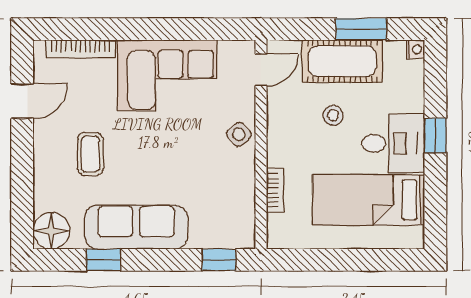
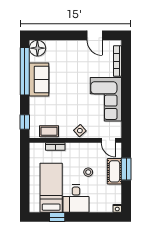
window: (361, 29) -> (126, 169), moved
cot: (342, 61) -> (114, 171), width x0.73, depth x0.75
window: (435, 135) -> (57, 217), moved
coffee table: (90, 154) -> (49, 131), moved
sofa: (136, 227) -> (39, 79), width x0.73
window: (104, 260) -> (25, 71), width x3.17

